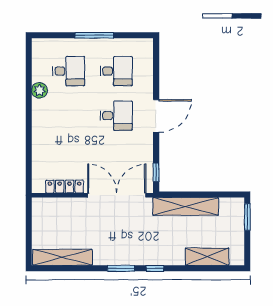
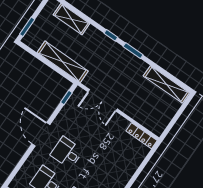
door: (156, 116) -> (41, 134), hinge flipped
locker: (65, 187) -> (142, 136), moved
double door: (117, 195) -> (103, 100), width x0.73

